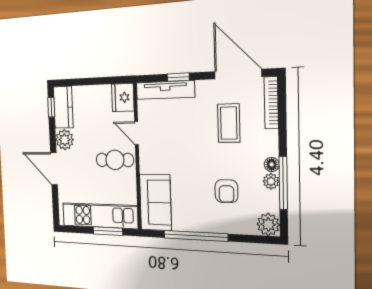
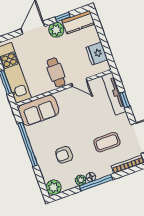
fridge: (123, 97) -> (97, 53), moved, turned -90
window: (51, 107) -> (63, 17), moved
door: (137, 133) -> (79, 82), swing flipped
window: (283, 183) -> (96, 183), moved

